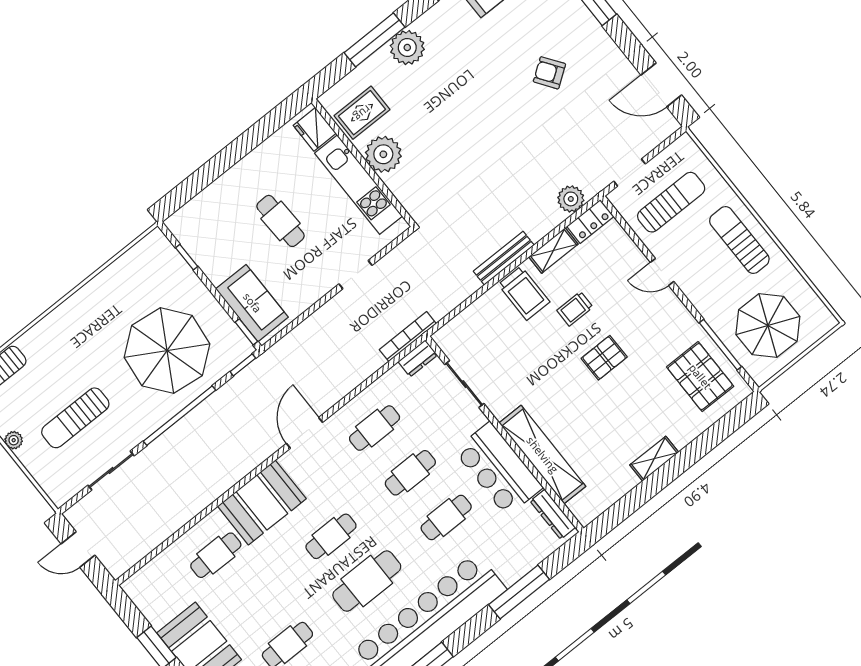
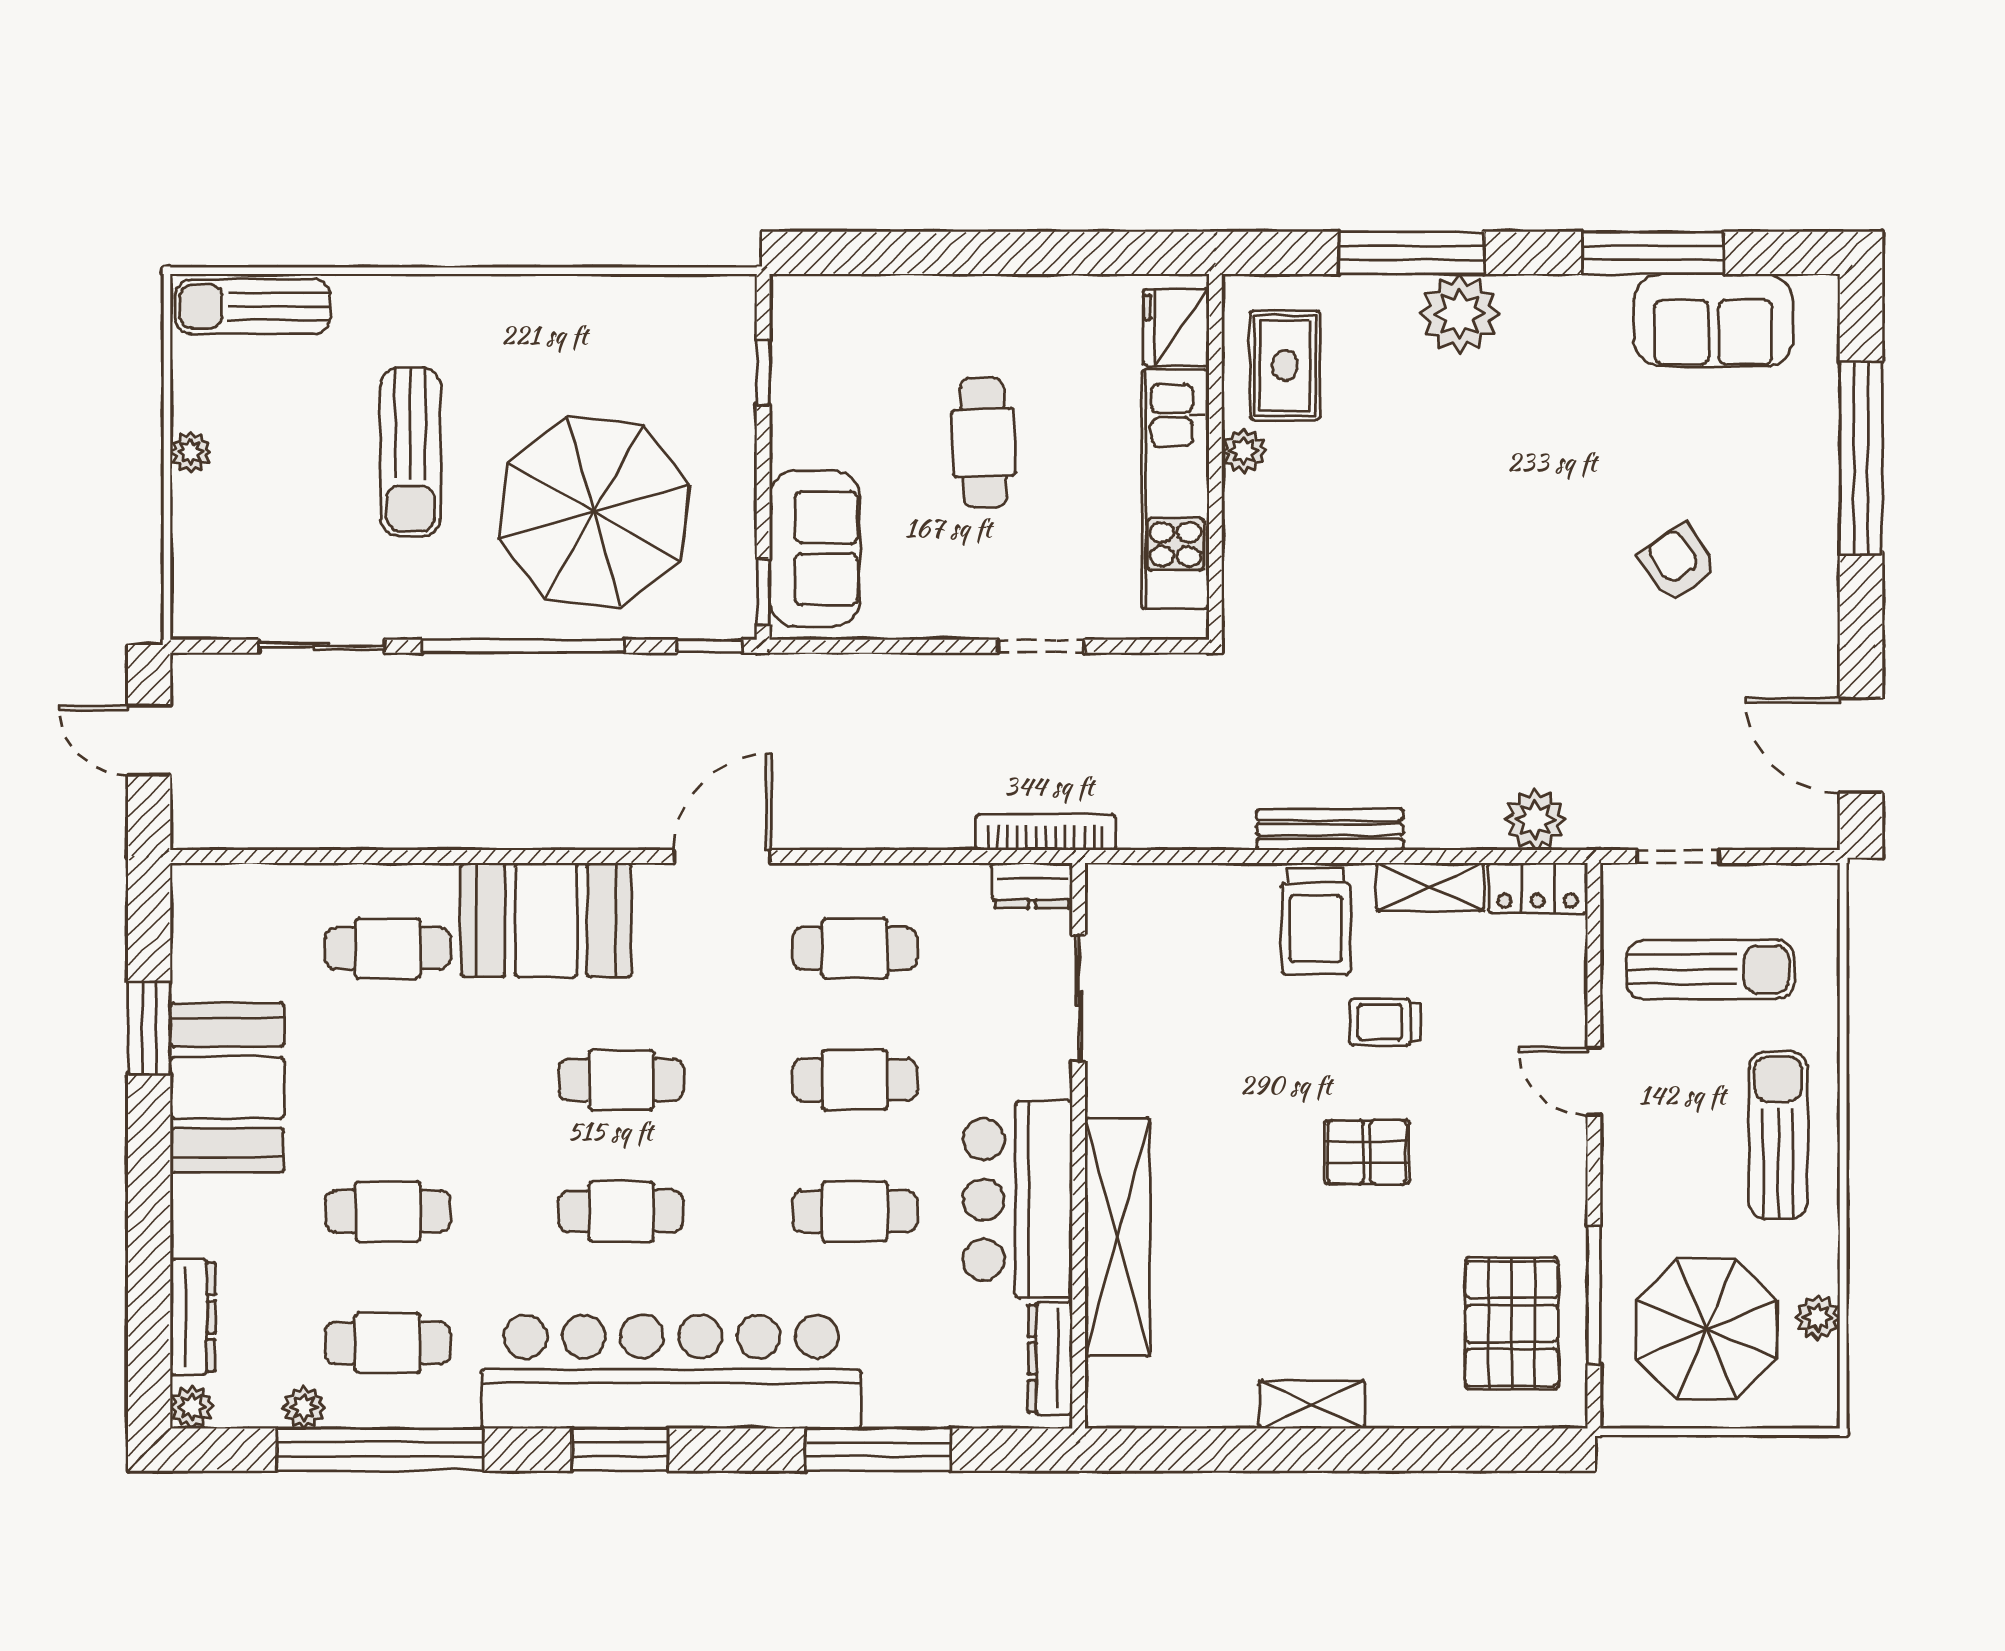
rug: (362, 113) -> (1285, 365), turned 90
plant: (383, 154) -> (1244, 451), width x0.53, depth x0.53
plant: (802, 291) -> (1818, 1317), added
sun lounger: (75, 418) -> (410, 452), moved, turned -90
cafe table: (367, 581) -> (621, 1211), width x0.73, depth x0.74

